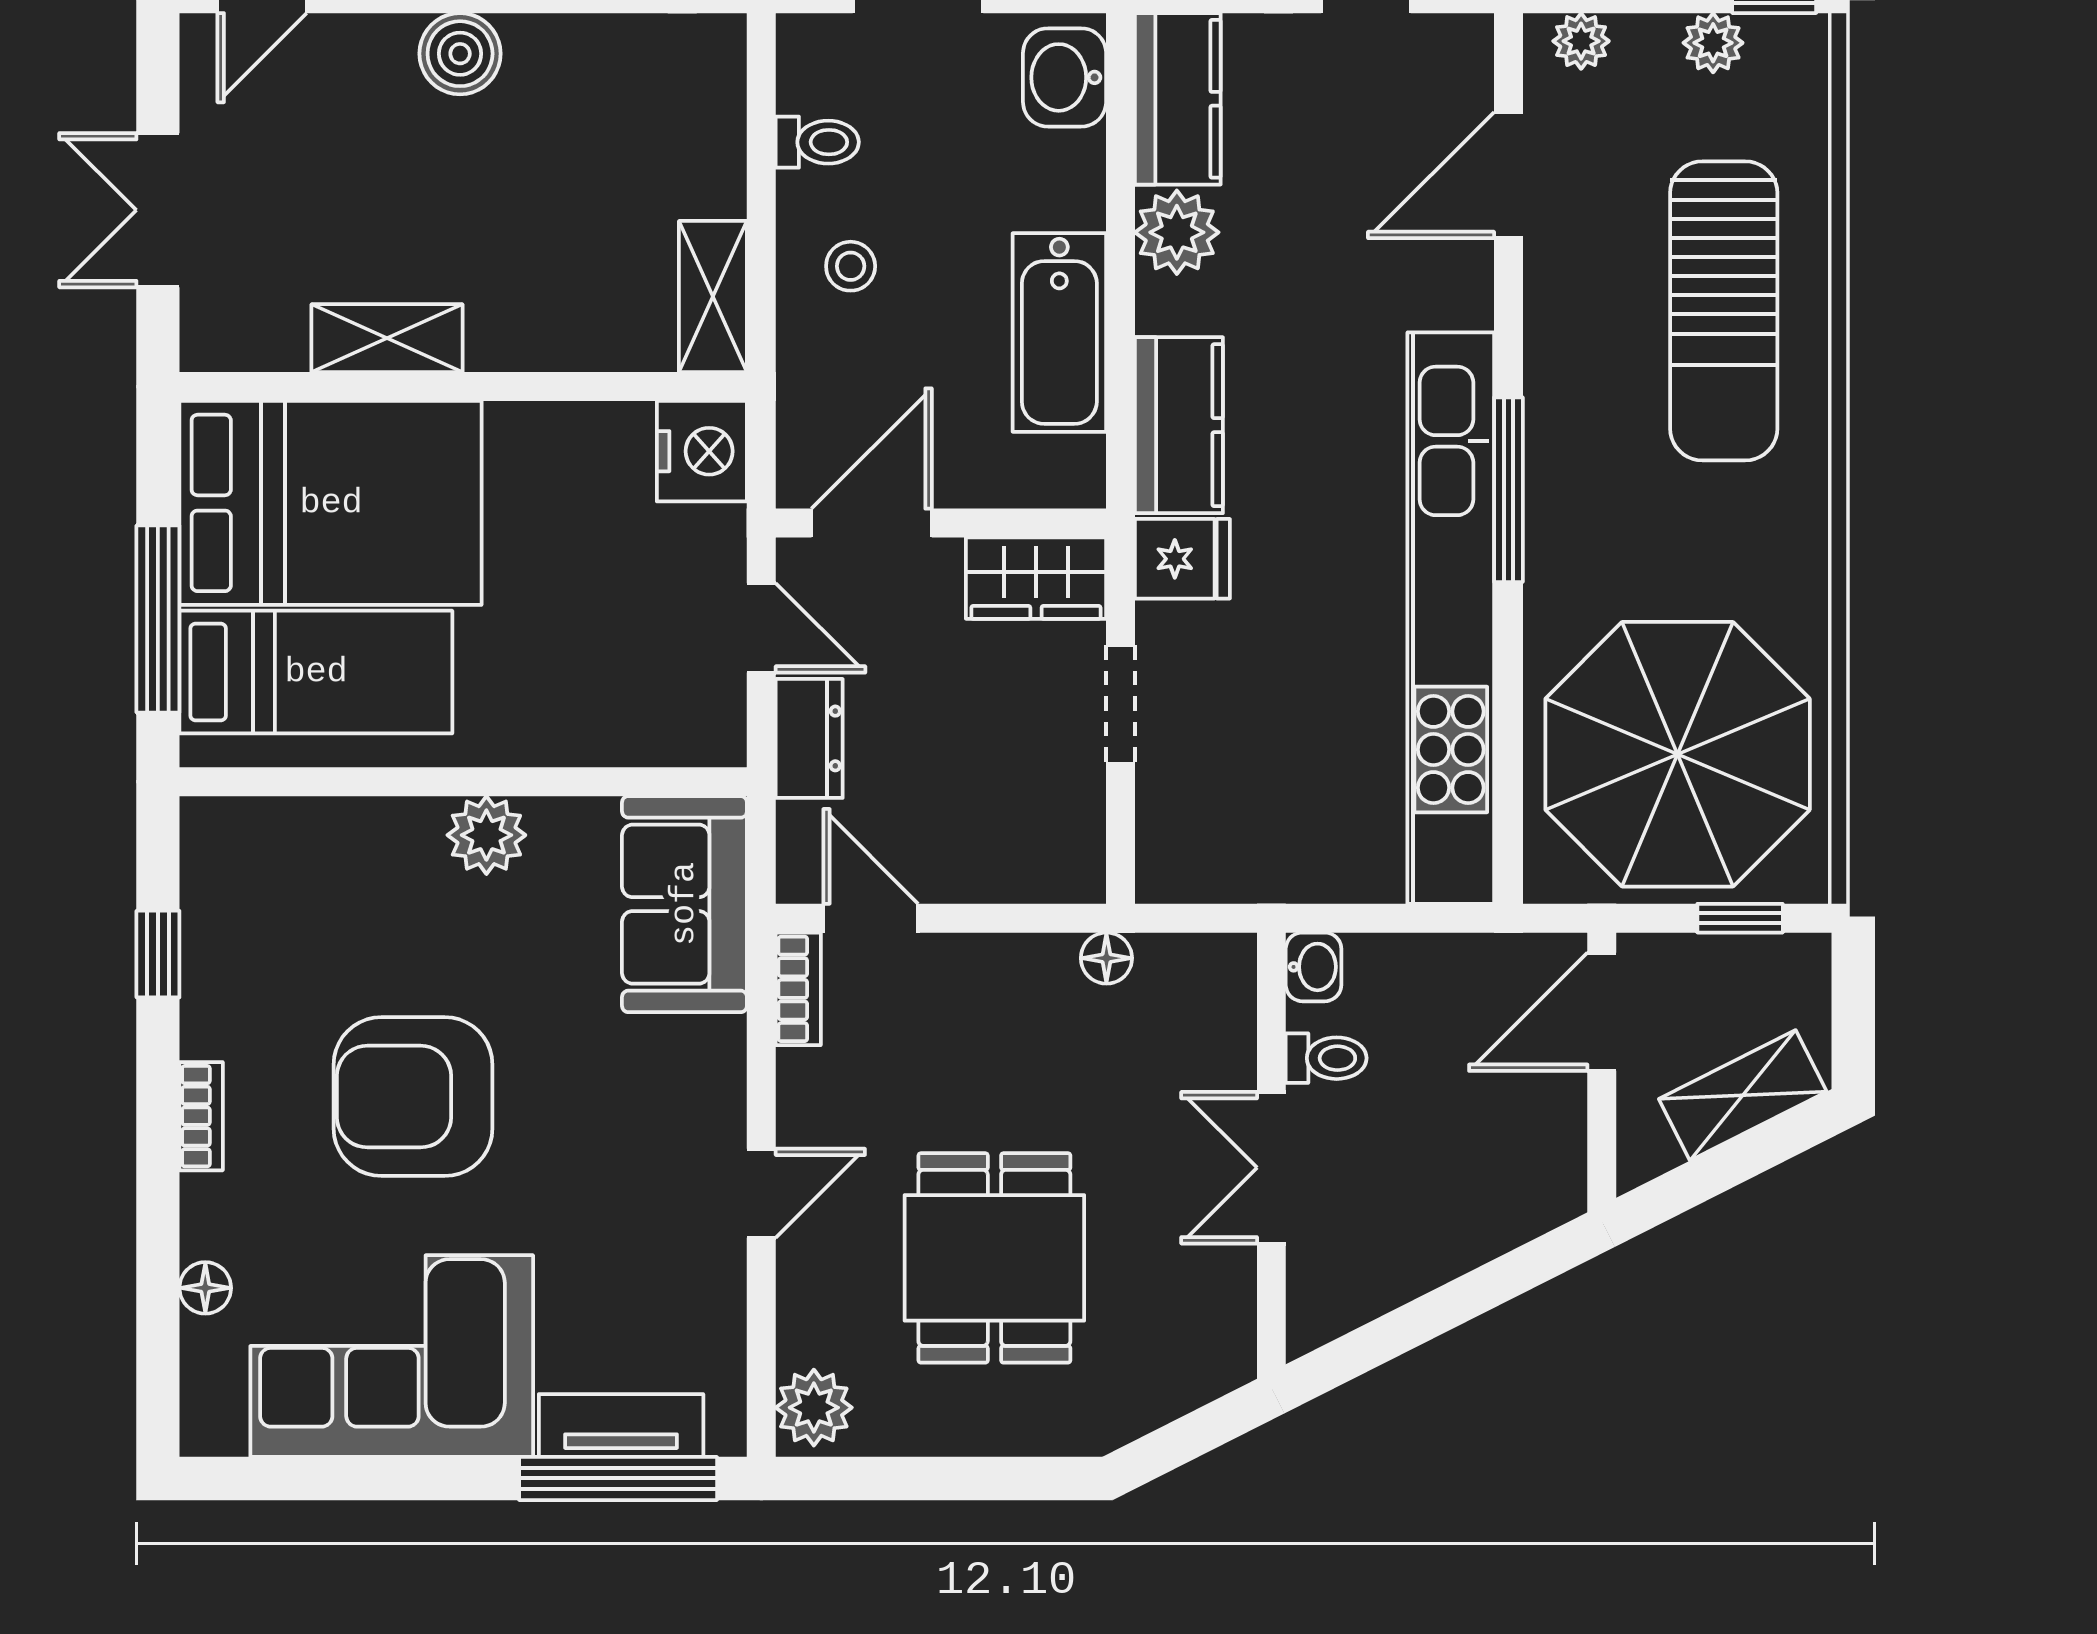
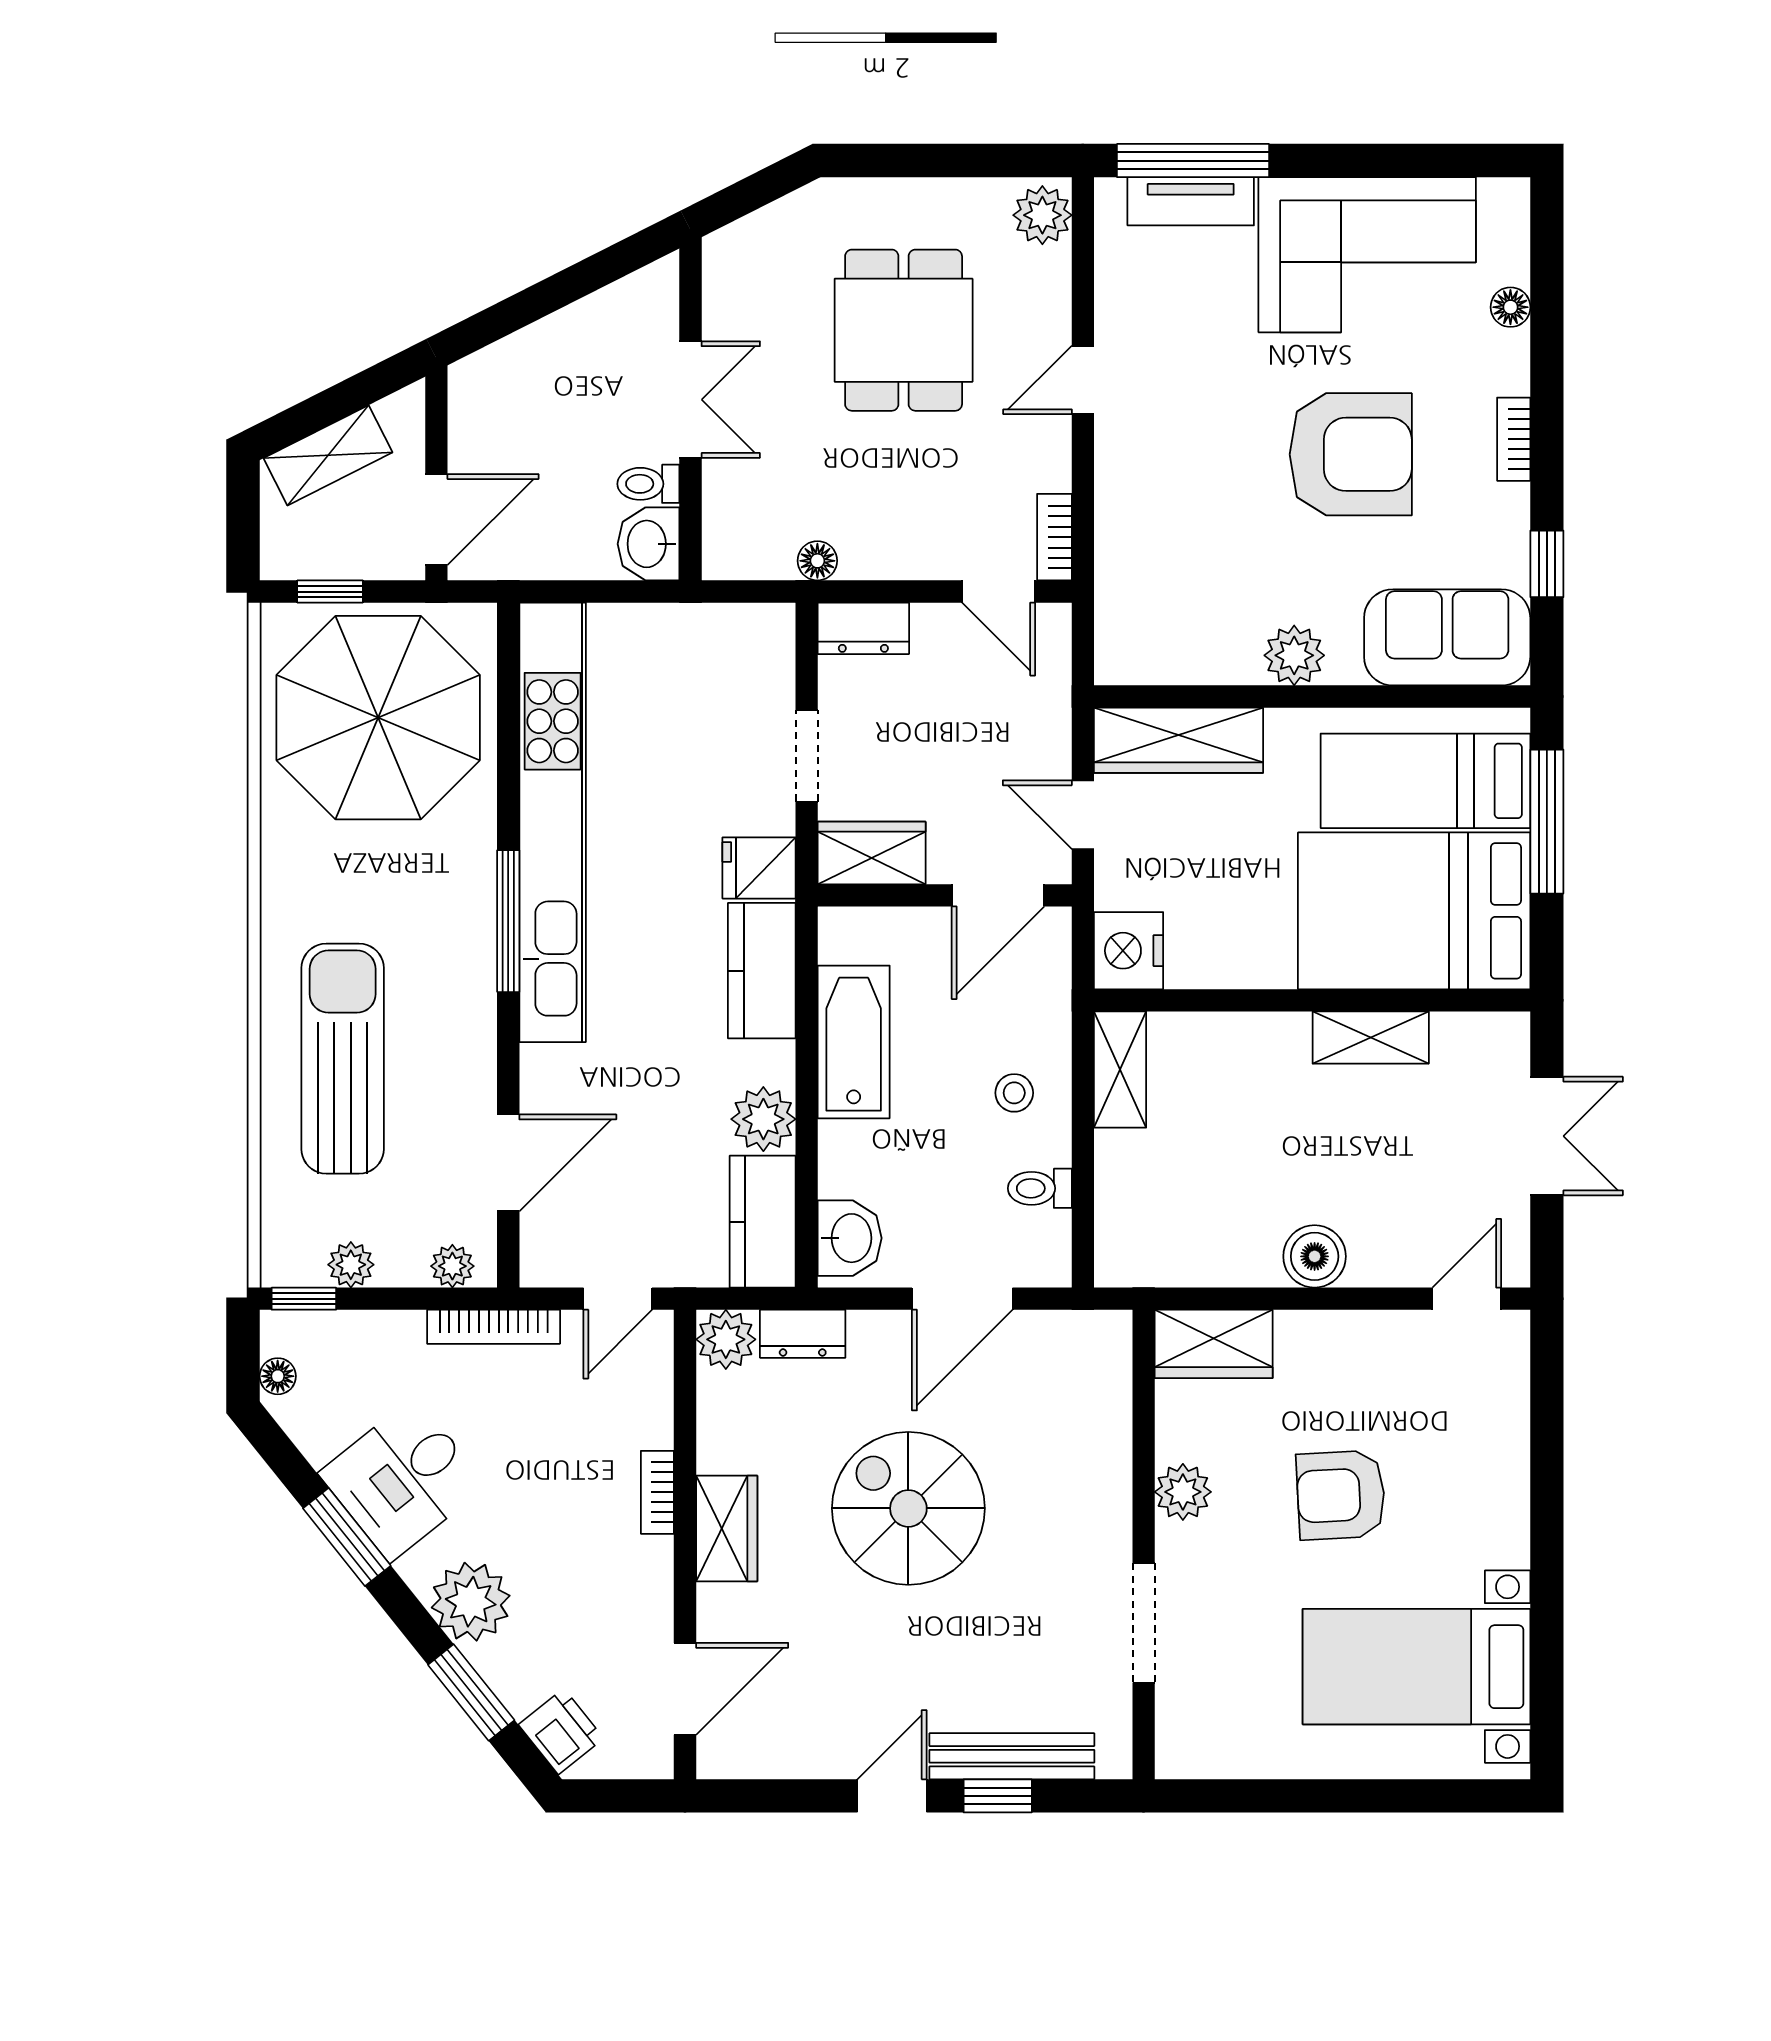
wardrobe: (637, 725) -> (1178, 740), added
dresser: (809, 738) -> (863, 628), moved, turned -90
sofa: (684, 904) -> (1447, 637), moved, turned -90
washbasin: (1314, 967) -> (649, 544), width x1.38, depth x1.45

